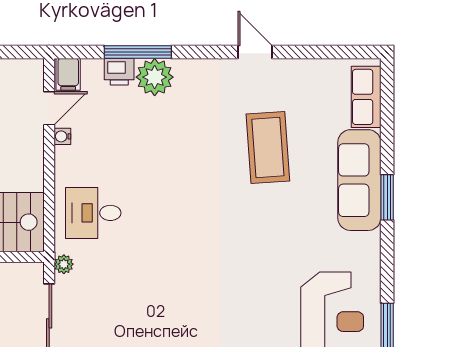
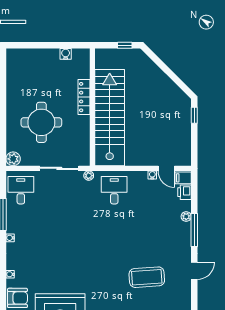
window: (138, 52) -> (194, 230), moved
printer: (119, 72) -> (184, 192), moved
plant: (155, 77) -> (186, 217), width x0.53, depth x0.53

